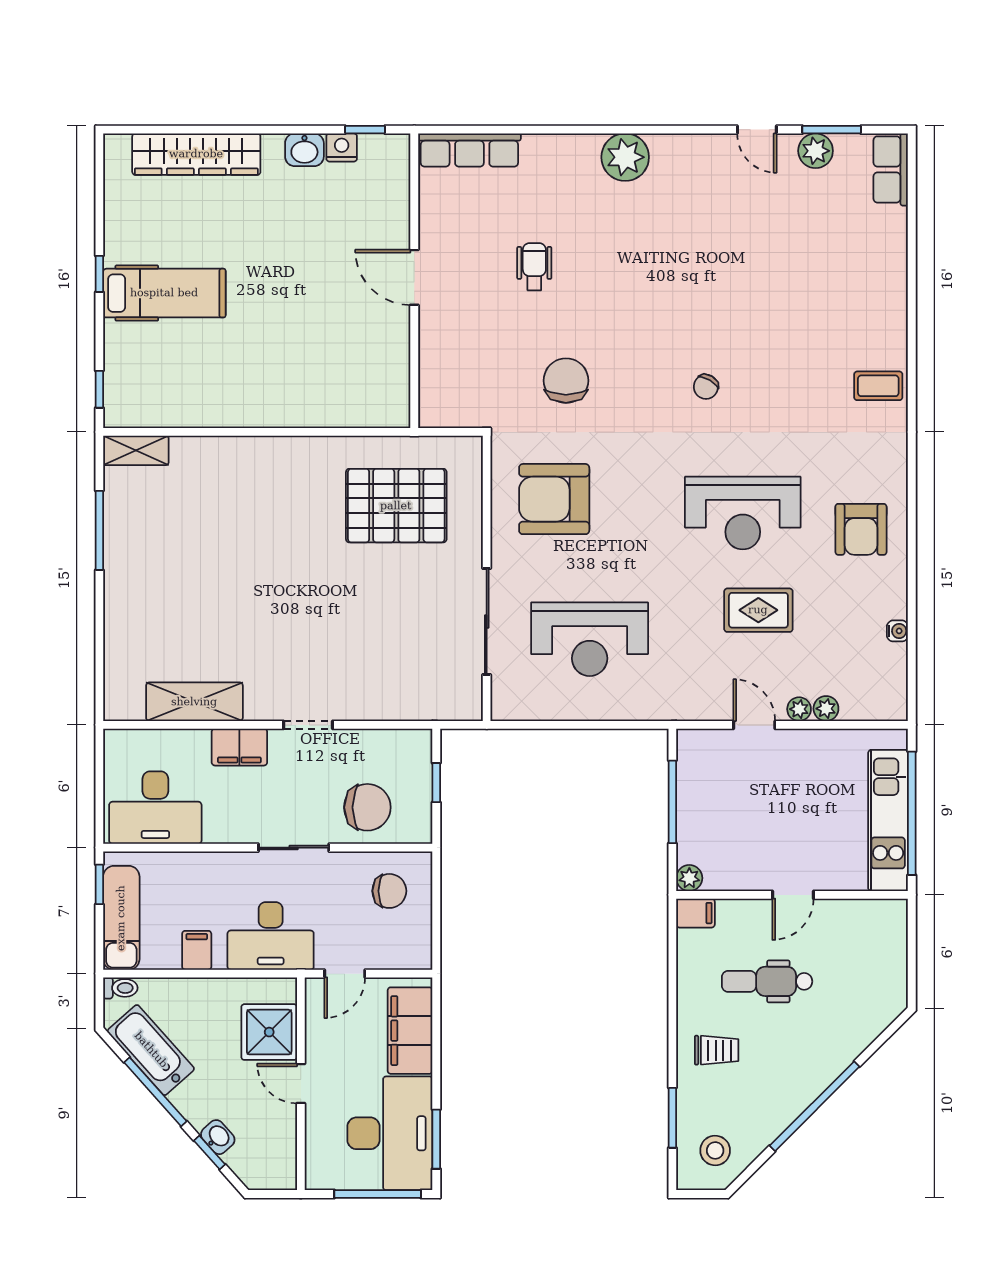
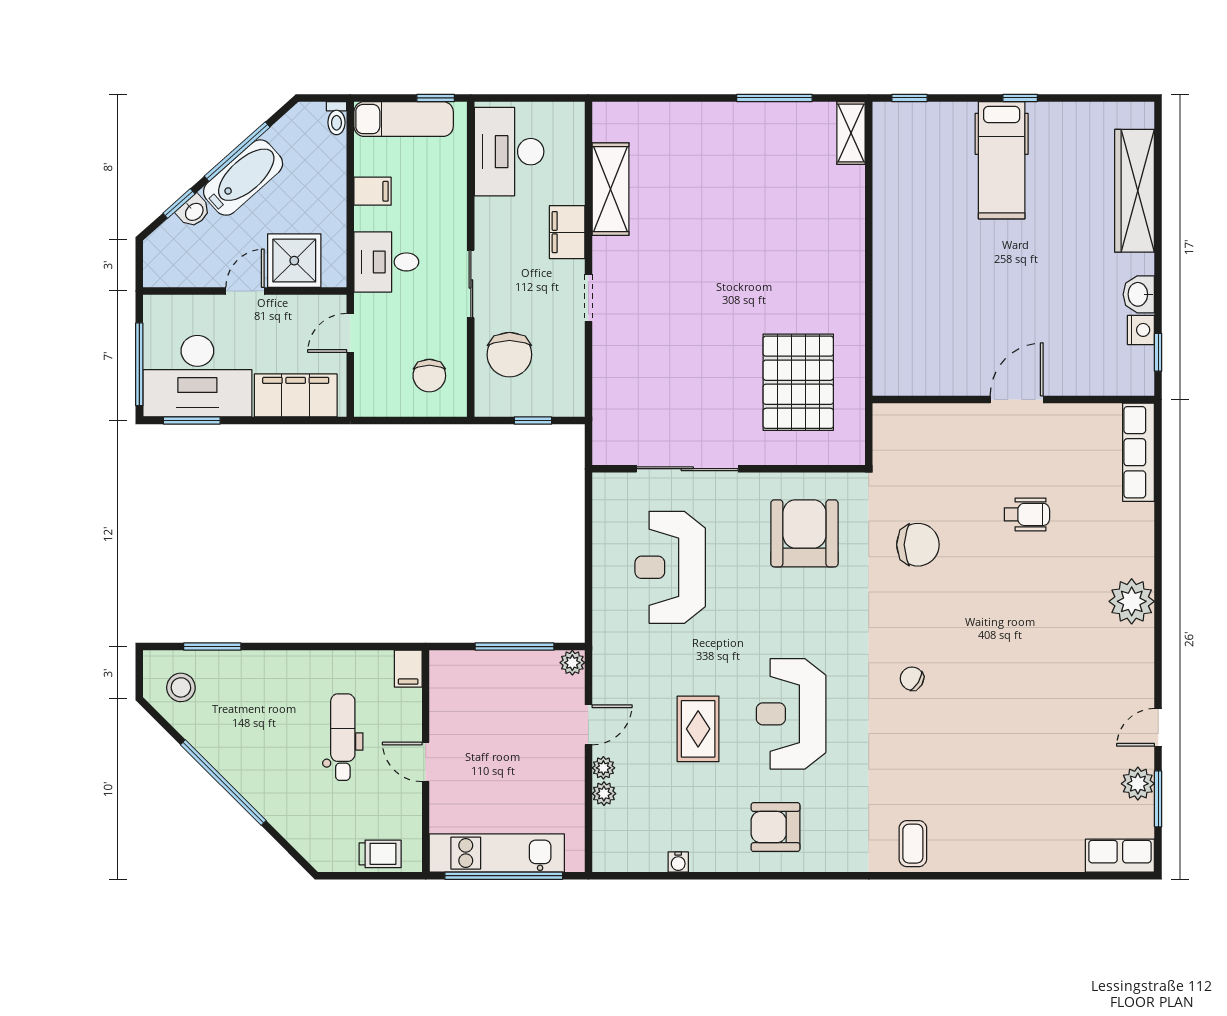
plant: (689, 878) -> (572, 663), moved
desk: (271, 936) -> (386, 262), width x0.73
door: (345, 974) -> (350, 333), hinge flipped
bathtub: (151, 1050) -> (243, 178), moved
trolley: (717, 1050) -> (380, 854), moved, turned -90

